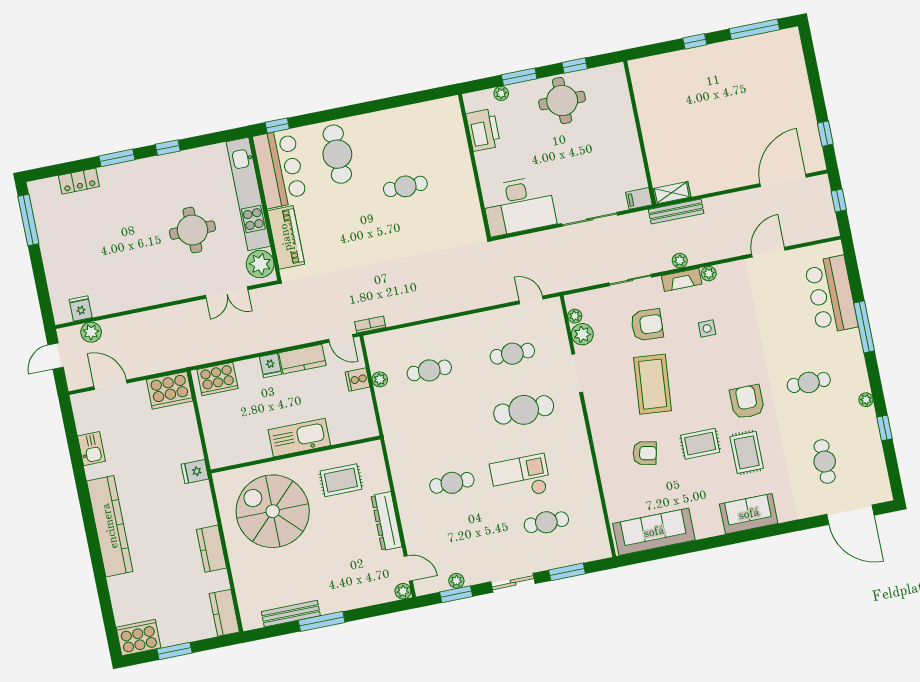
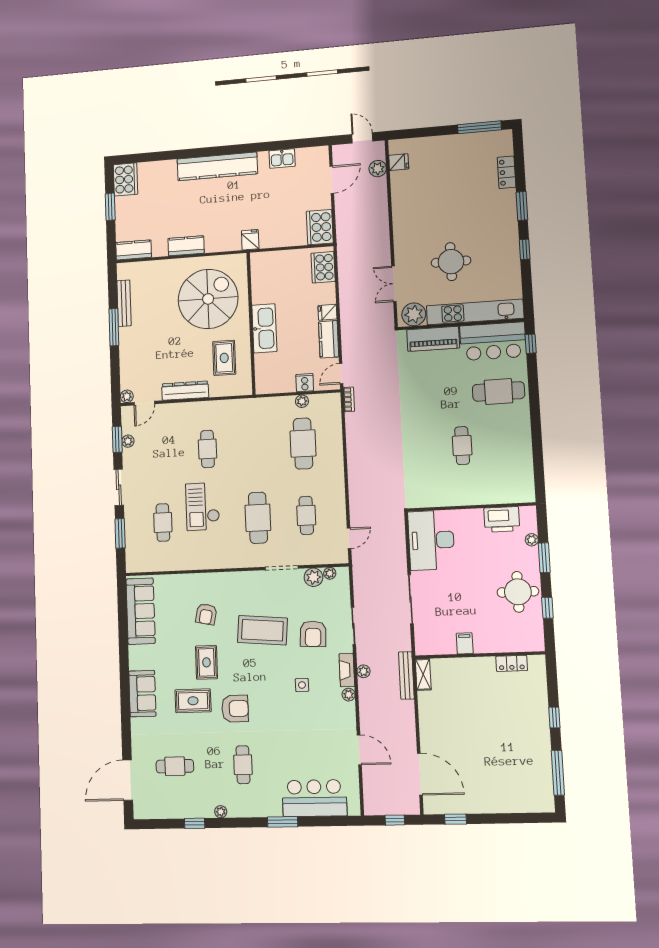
locker: (643, 96) -> (512, 663), added
filing cabinet: (639, 198) -> (465, 643), moved
window: (864, 327) -> (283, 822), width x0.69
cafe table: (429, 370) -> (303, 443), width x1.37, depth x1.35
checkout: (520, 478) -> (203, 506), turned 180

